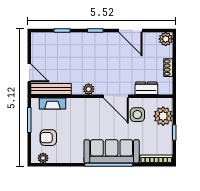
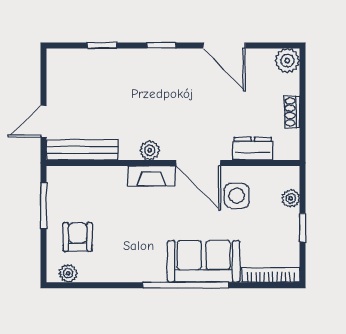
door: (29, 73) -> (44, 121), swing flipped
fireplace: (53, 103) -> (152, 176), moved
plant: (163, 116) -> (291, 198), width x0.53, depth x0.53
armchair: (48, 138) -> (78, 237), turned 90
sofa: (112, 151) -> (204, 261), width x0.73

